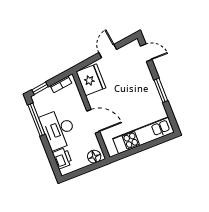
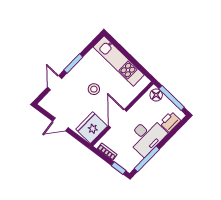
door: (146, 53) -> (55, 83), moved
stool: (127, 99) -> (94, 89), added
door: (93, 121) -> (118, 118), moved
window: (84, 170) -> (172, 98), added

